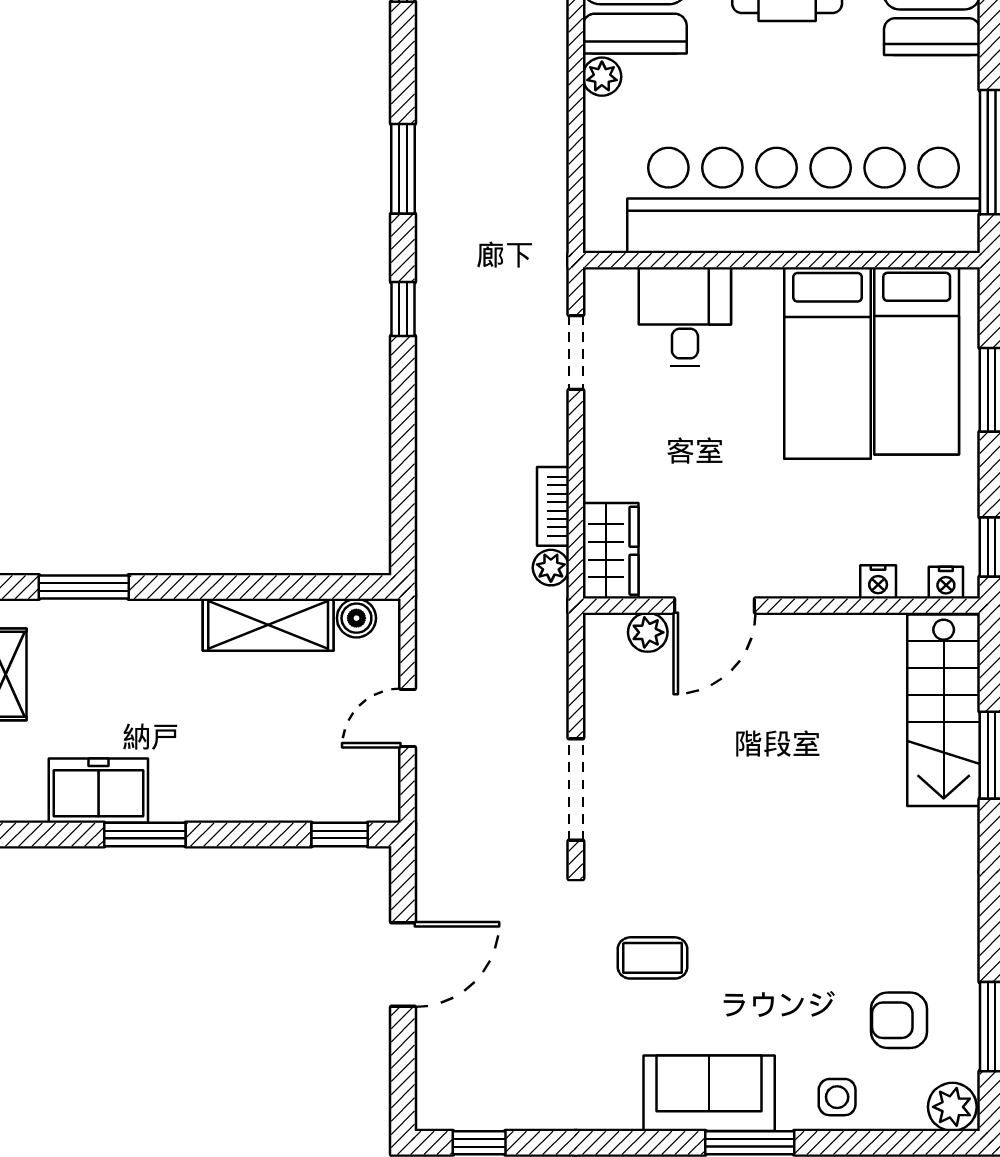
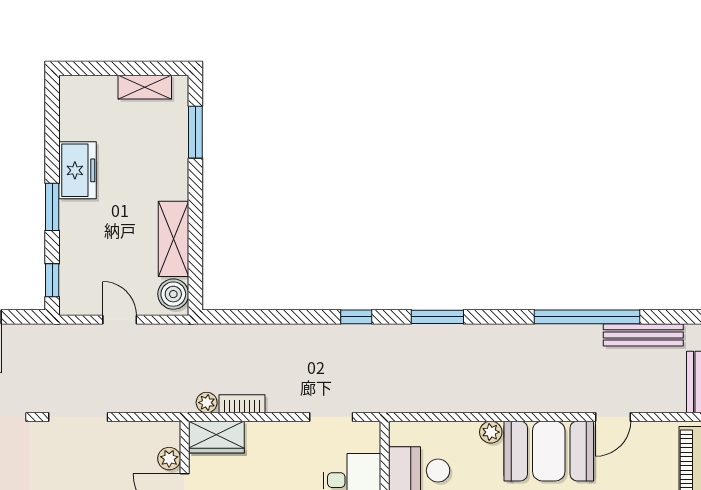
boiler: (356, 618) -> (173, 294), width x1.36, depth x1.36
freezer: (98, 791) -> (78, 170), moved
window: (145, 835) -> (52, 207), moved

